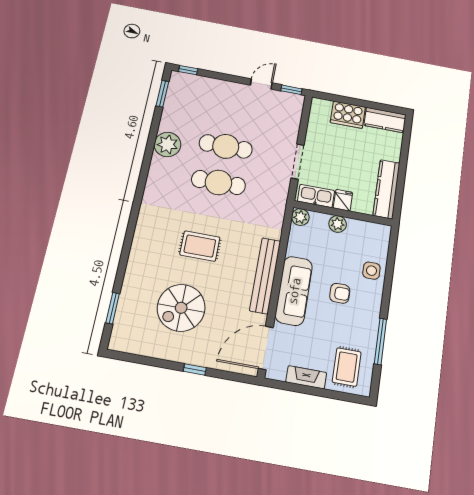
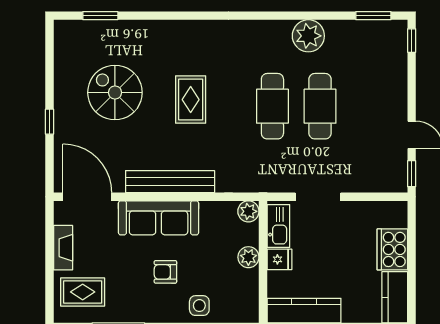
armchair: (340, 293) -> (165, 272), turned 90

